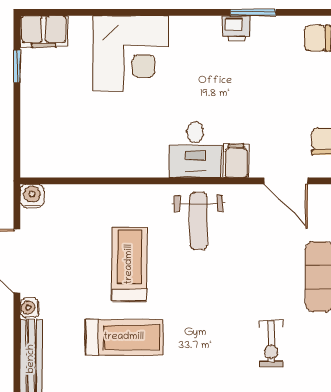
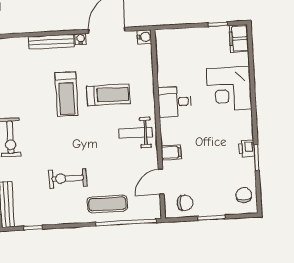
desk: (195, 149) -> (175, 102), moved
exercise bike: (271, 344) -> (68, 178), width x1.38, depth x1.39

